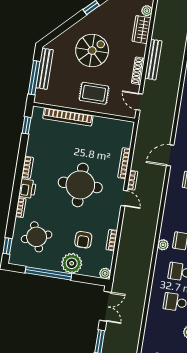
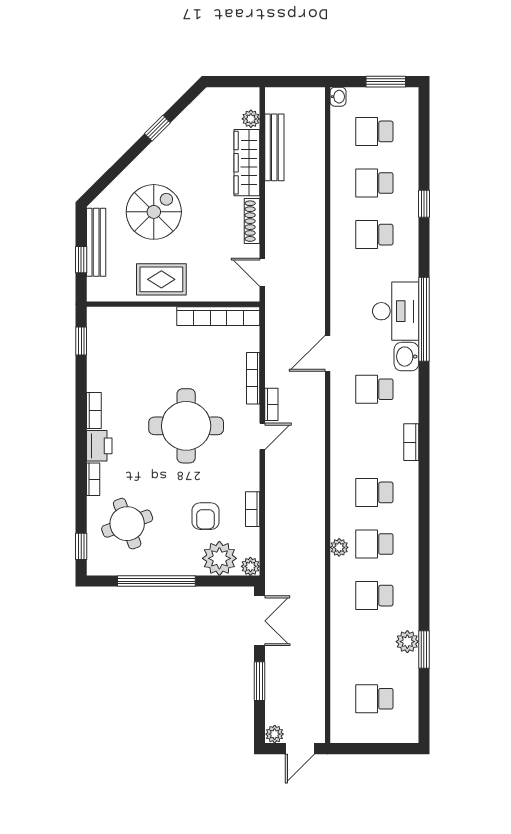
wardrobe: (141, 30) -> (247, 163), width x1.50
spiral stairs: (92, 51) -> (154, 212), moved
bench: (153, 60) -> (274, 147), moved
window: (34, 78) -> (81, 260), width x0.46
rug: (94, 93) -> (161, 279), moved
bookcase: (68, 117) -> (218, 316), moved
door: (124, 198) -> (262, 436), hinge flipped
plant: (163, 245) -> (339, 547), moved
plant: (72, 263) -> (219, 558), moved

